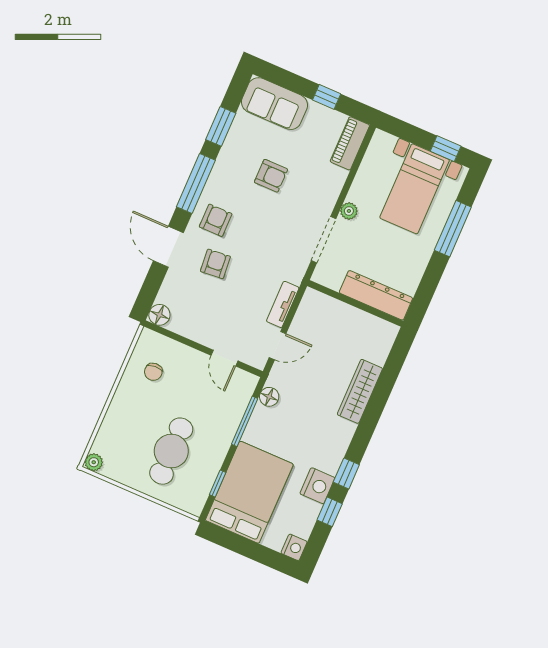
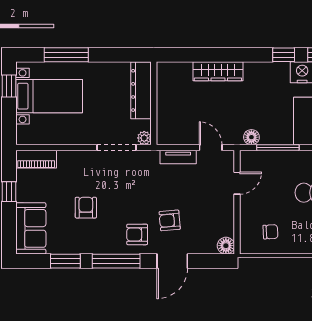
plant: (349, 211) -> (144, 138), moved

